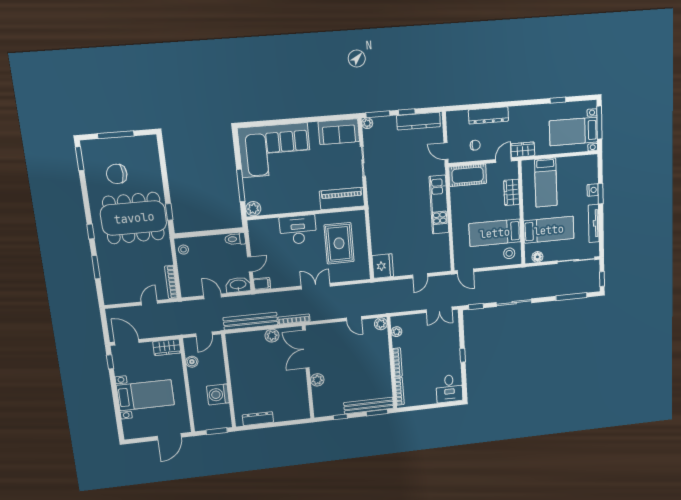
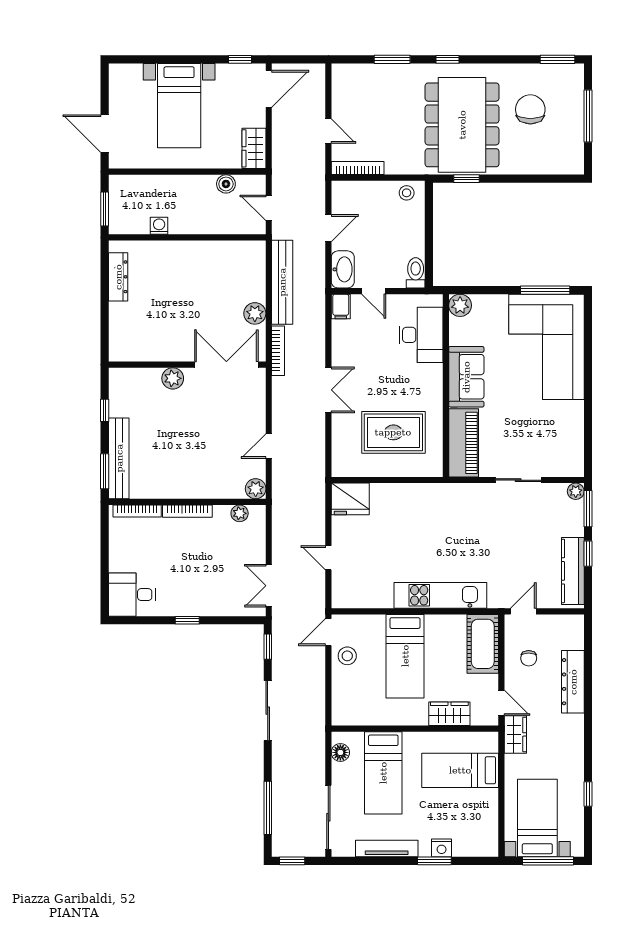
sofa: (339, 132) -> (466, 377), moved, turned 180
window: (241, 185) -> (545, 290), moved
desk: (298, 230) -> (421, 335), moved
bed: (495, 233) -> (405, 656), moved, turned 180
stool: (509, 253) -> (347, 656), moved
washing machine: (218, 394) -> (159, 226), width x0.53, depth x0.53

